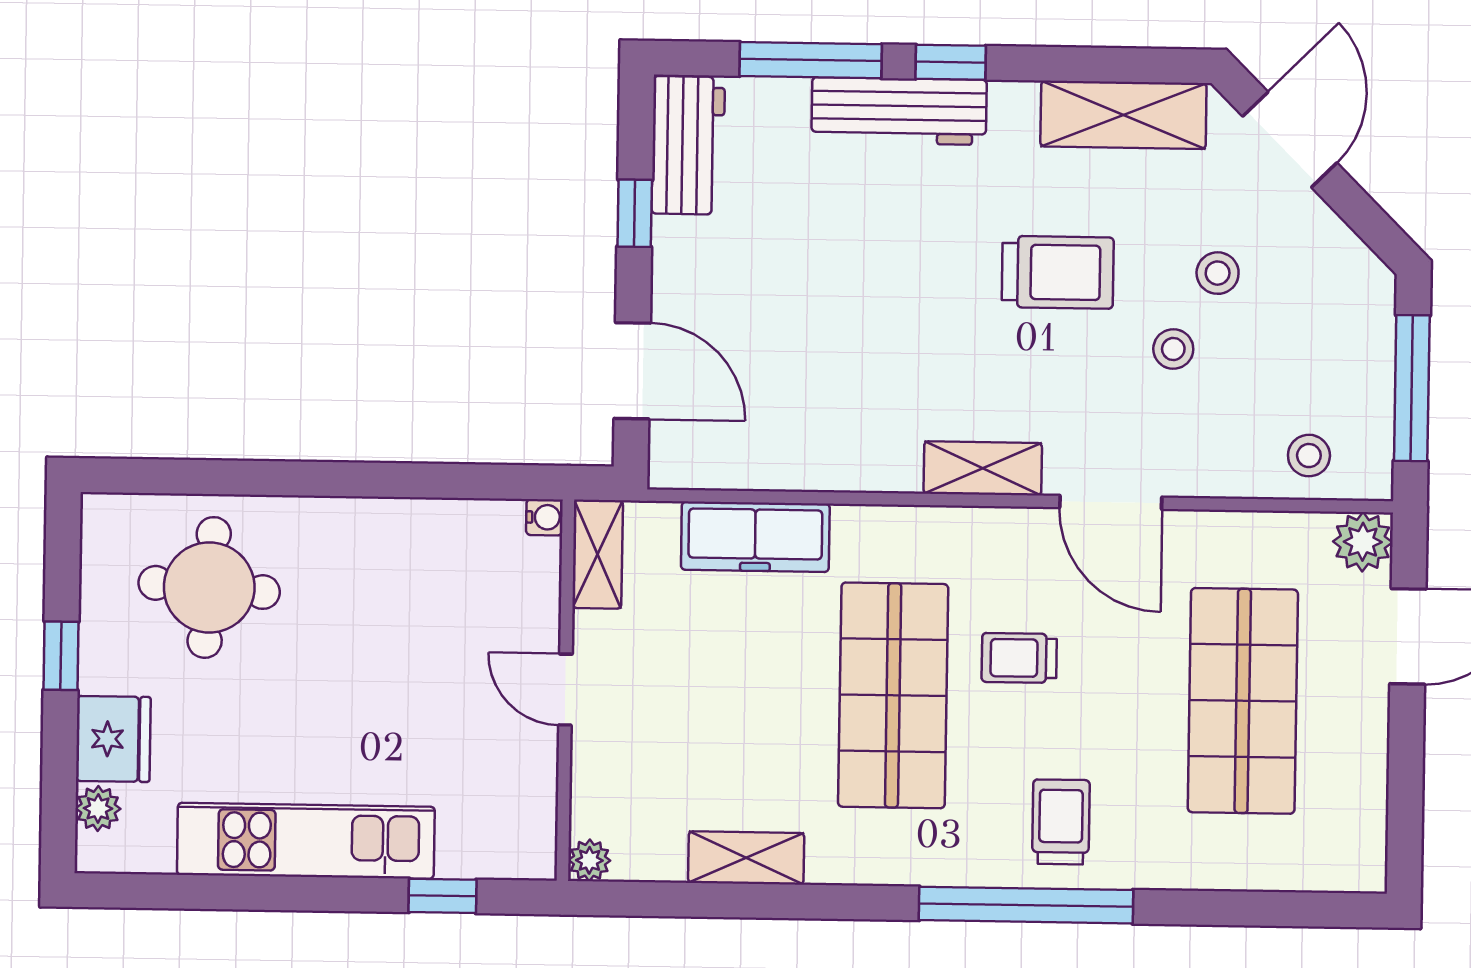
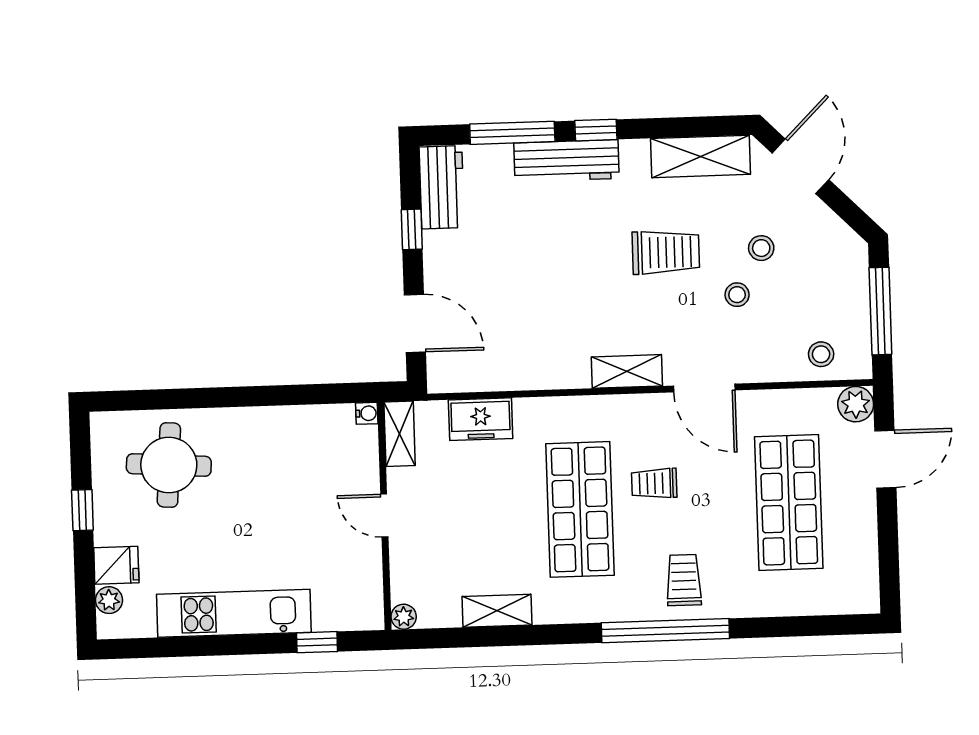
freezer: (755, 537) -> (481, 419), width x0.71
fridge: (113, 739) -> (116, 565), width x0.72

